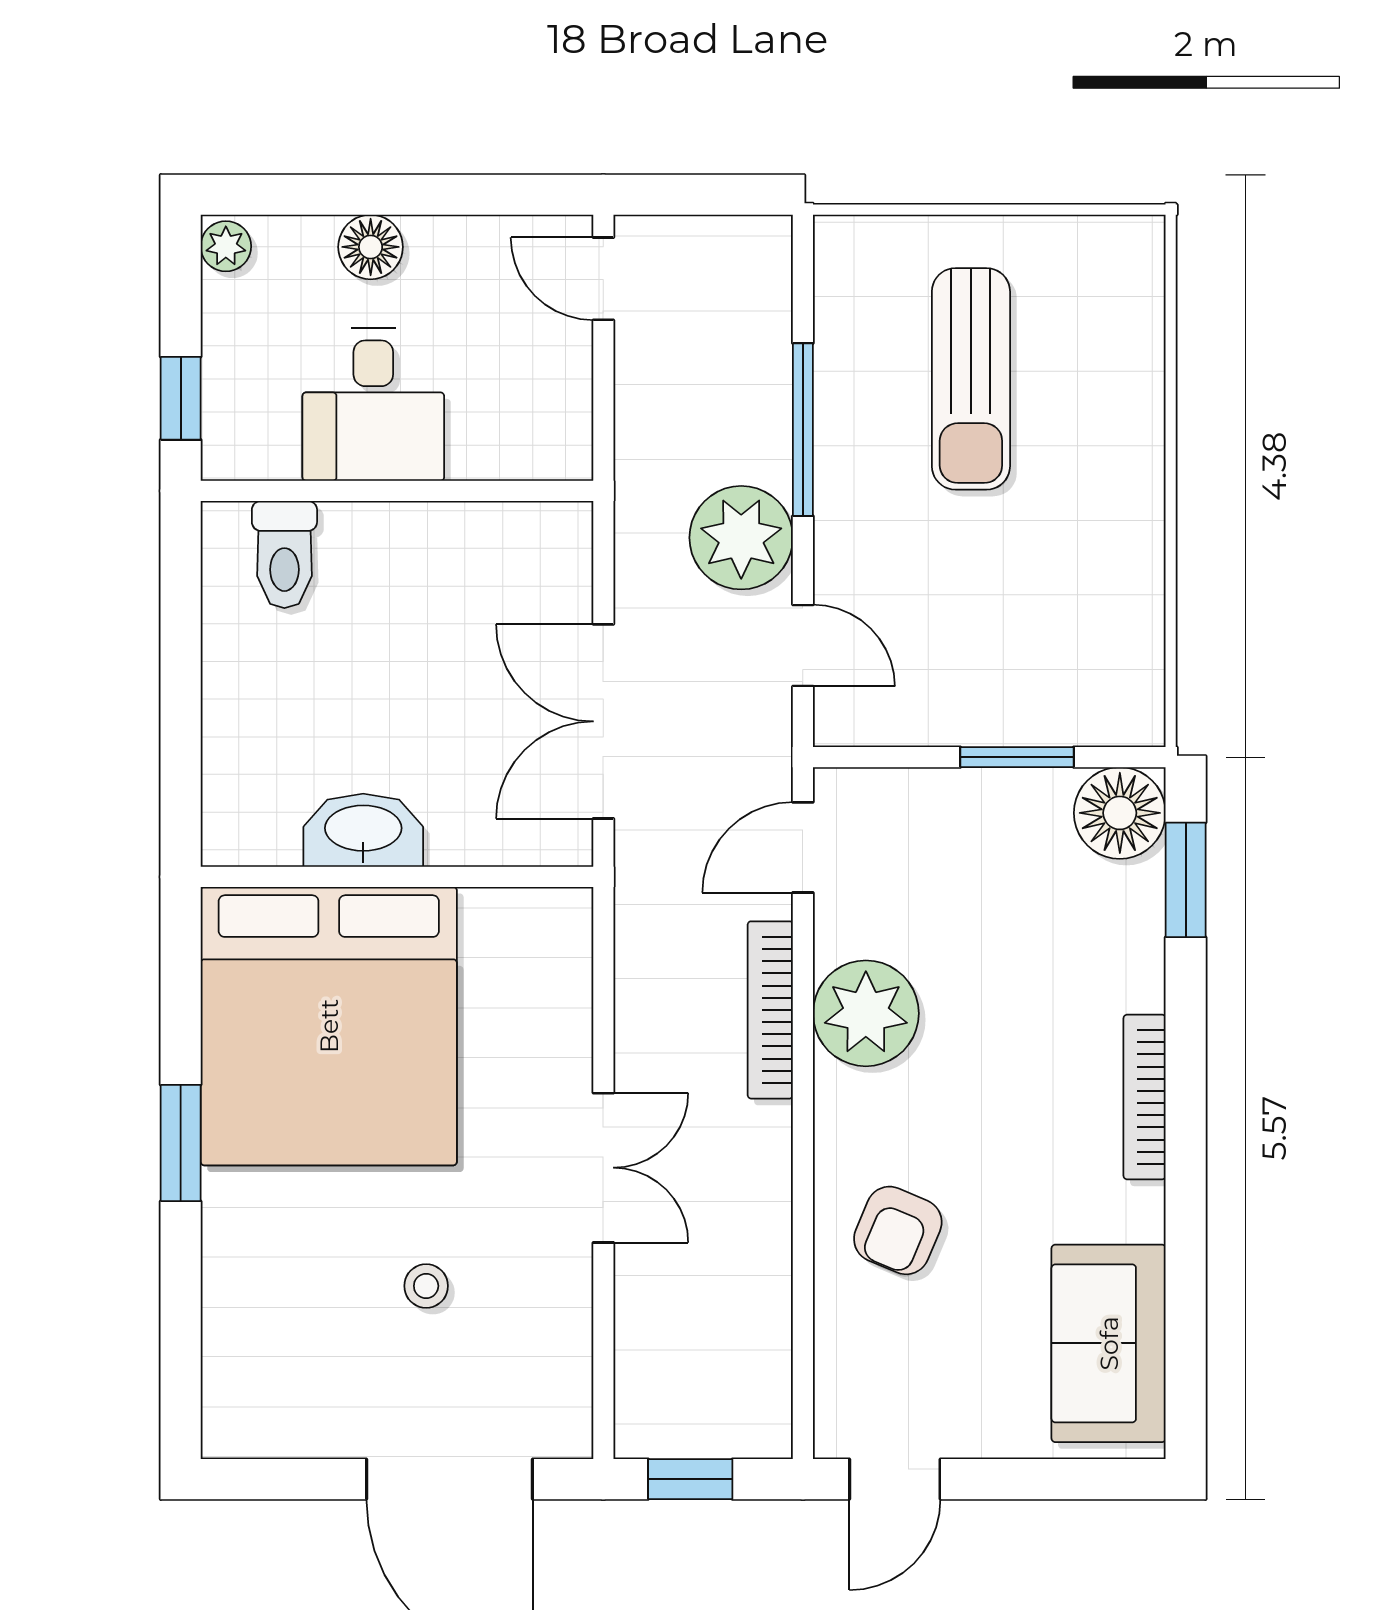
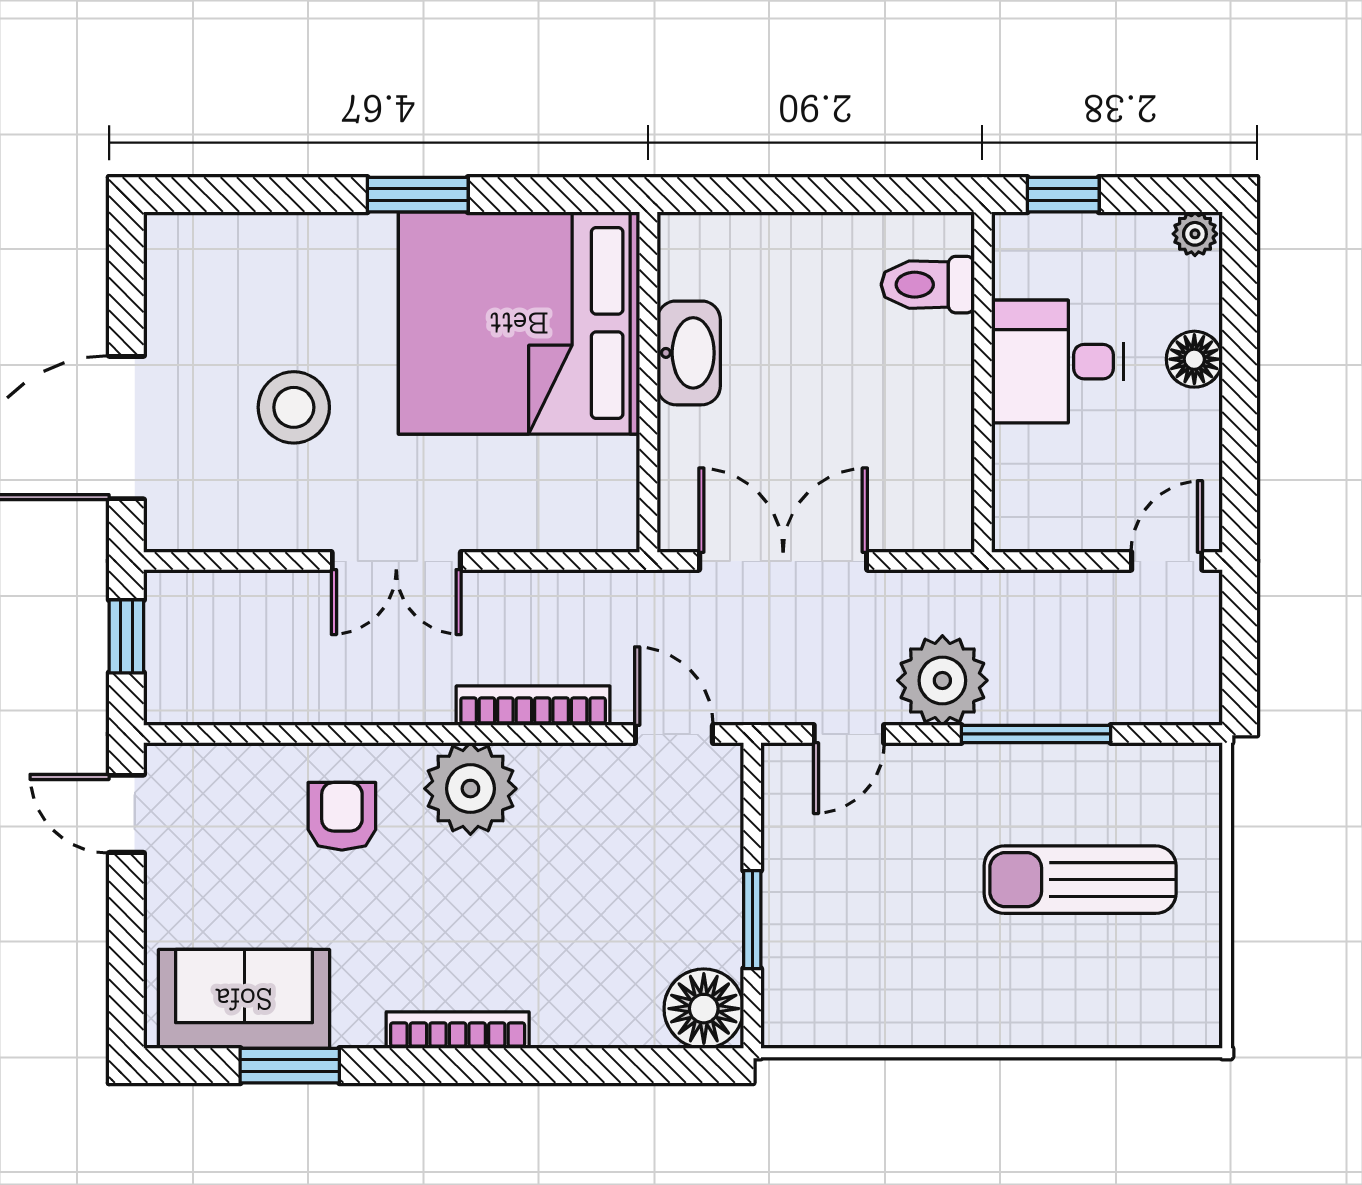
window: (1186, 880) -> (290, 1066), moved
plant: (866, 1013) -> (470, 789), moved
armchair: (898, 1230) -> (342, 816), turned 67
stool: (426, 1286) -> (294, 407), width x1.89, depth x1.89

